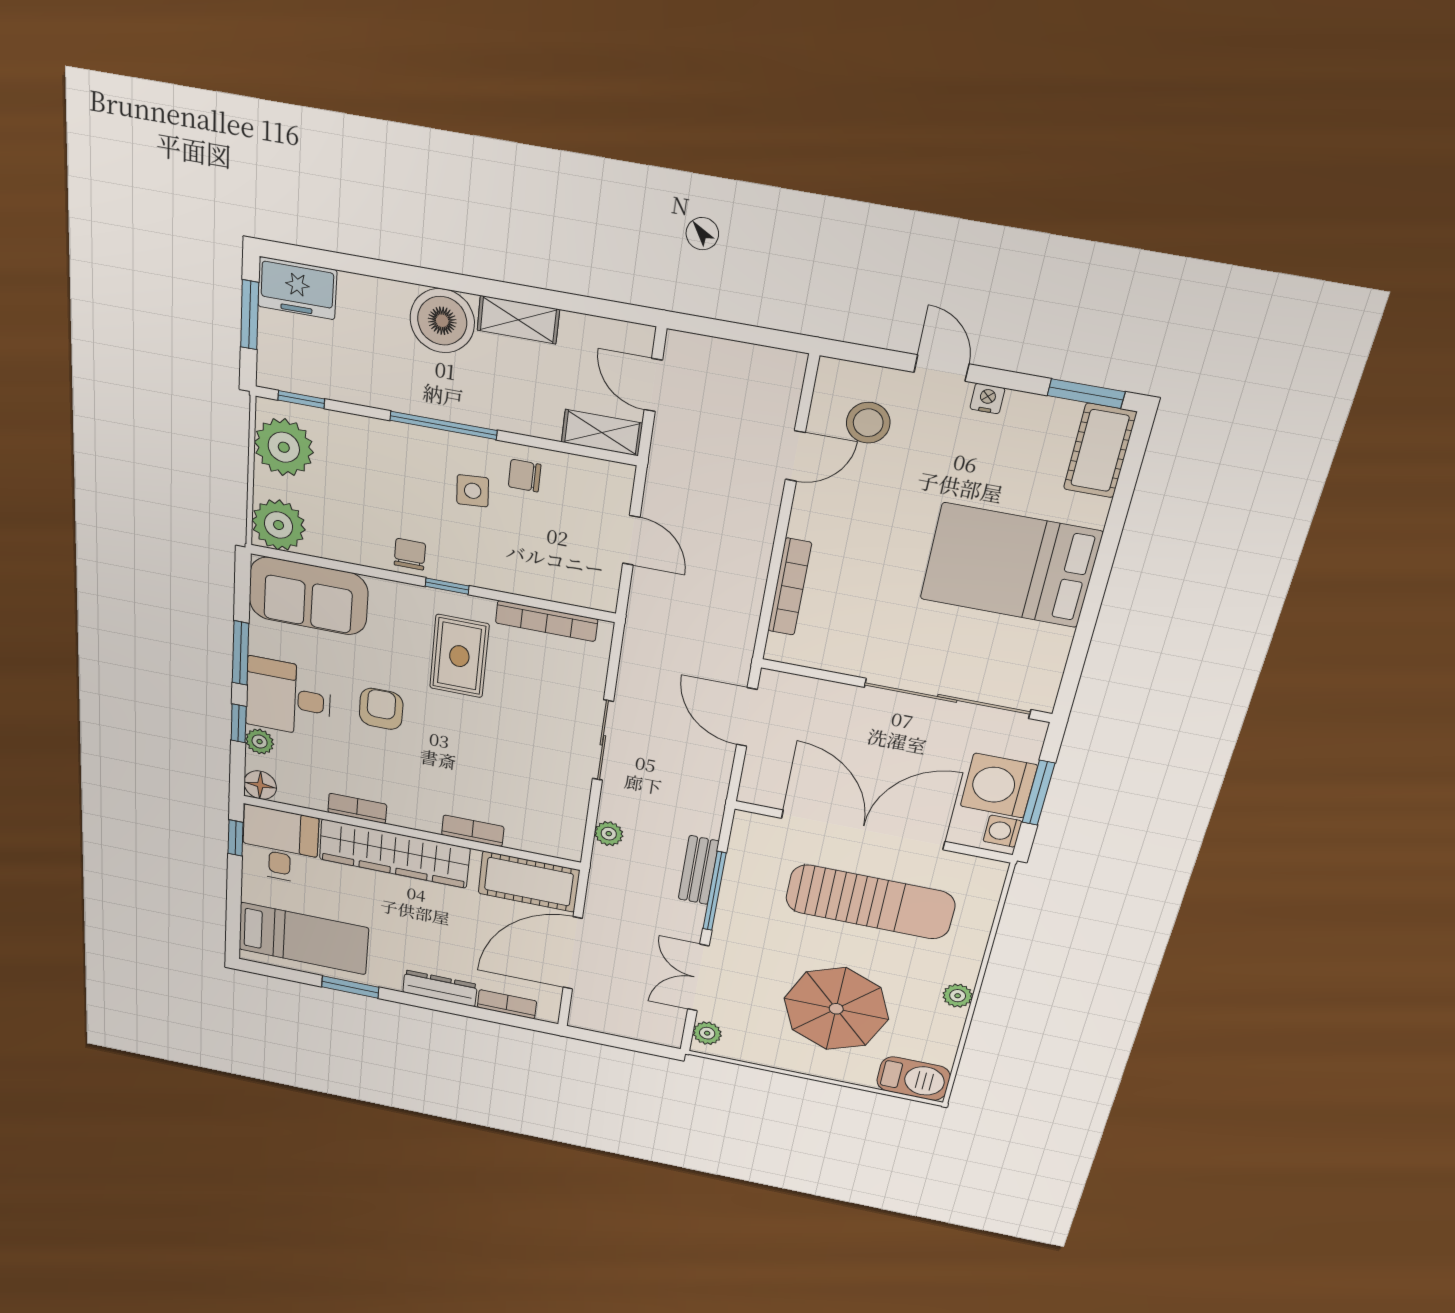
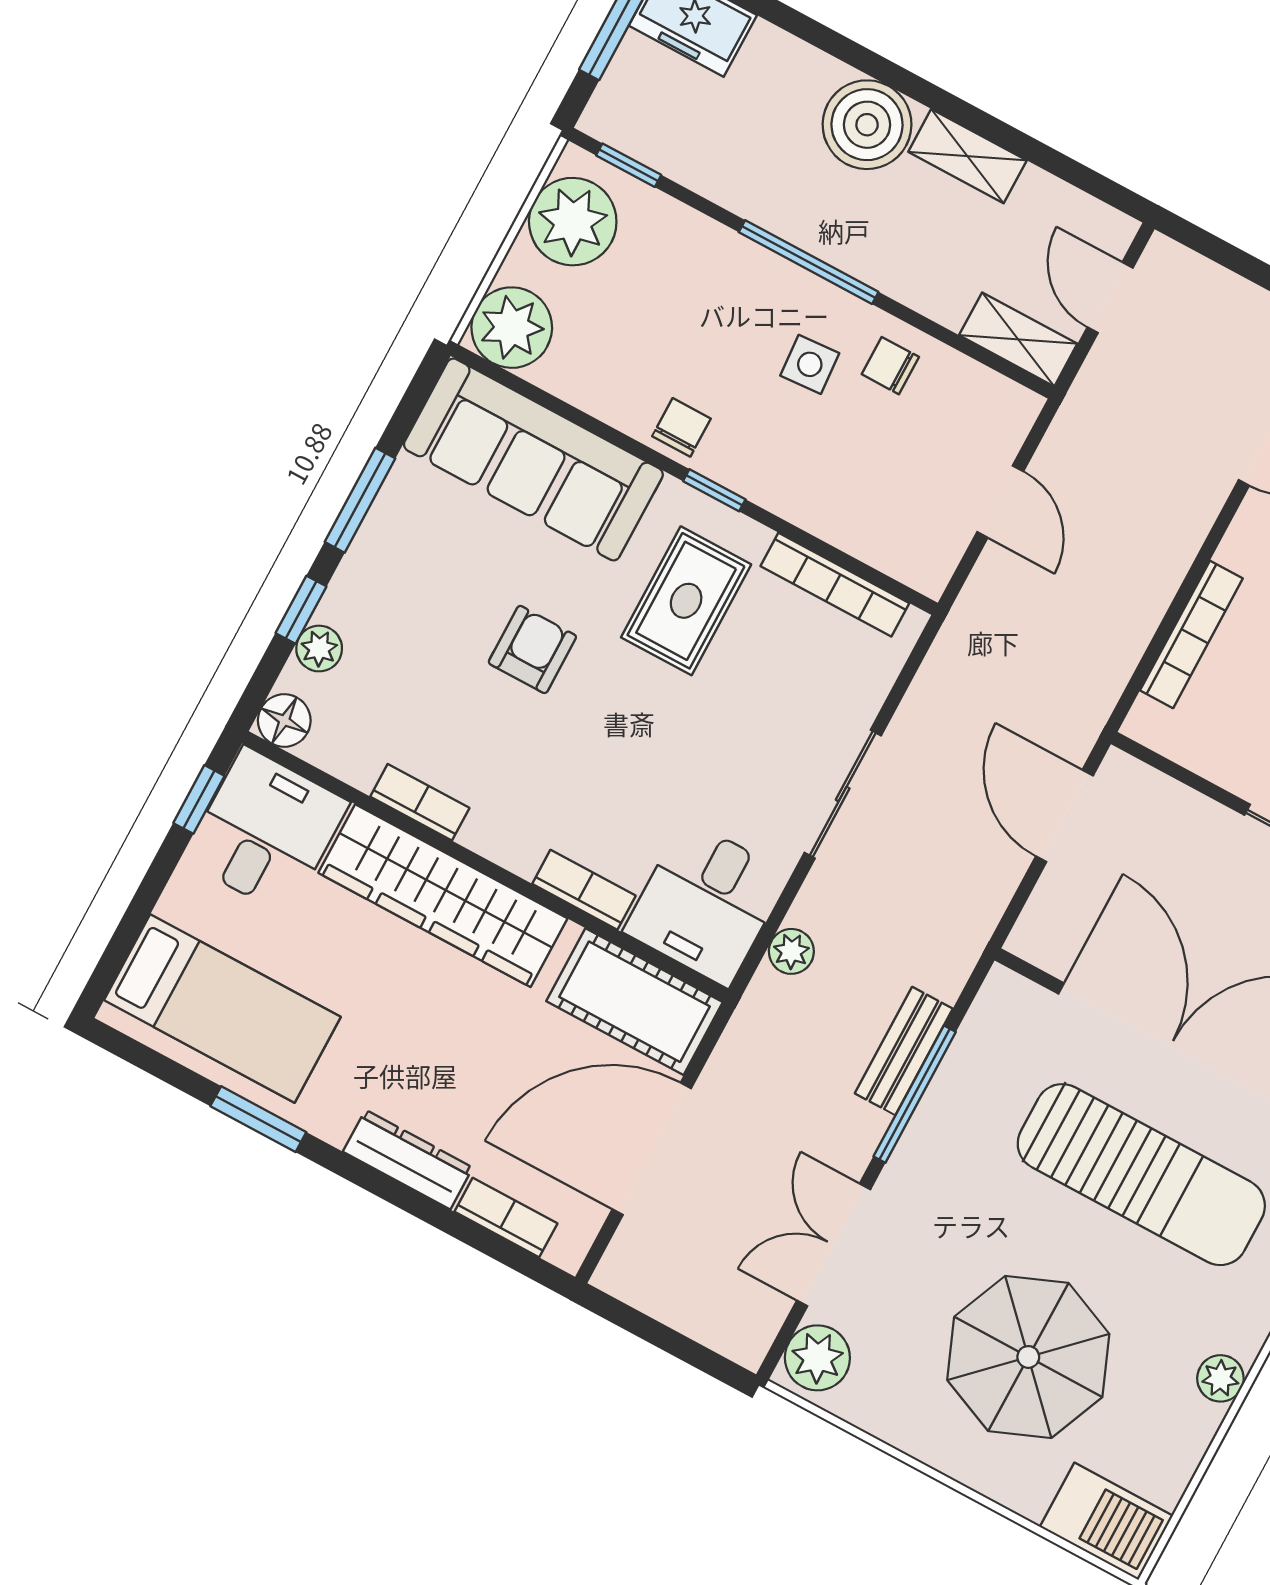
sofa: (308, 596) -> (533, 459), width x1.36
desk: (288, 698) -> (706, 903), moved, turned -90
plant: (707, 1033) -> (817, 1358), width x1.38, depth x1.38

